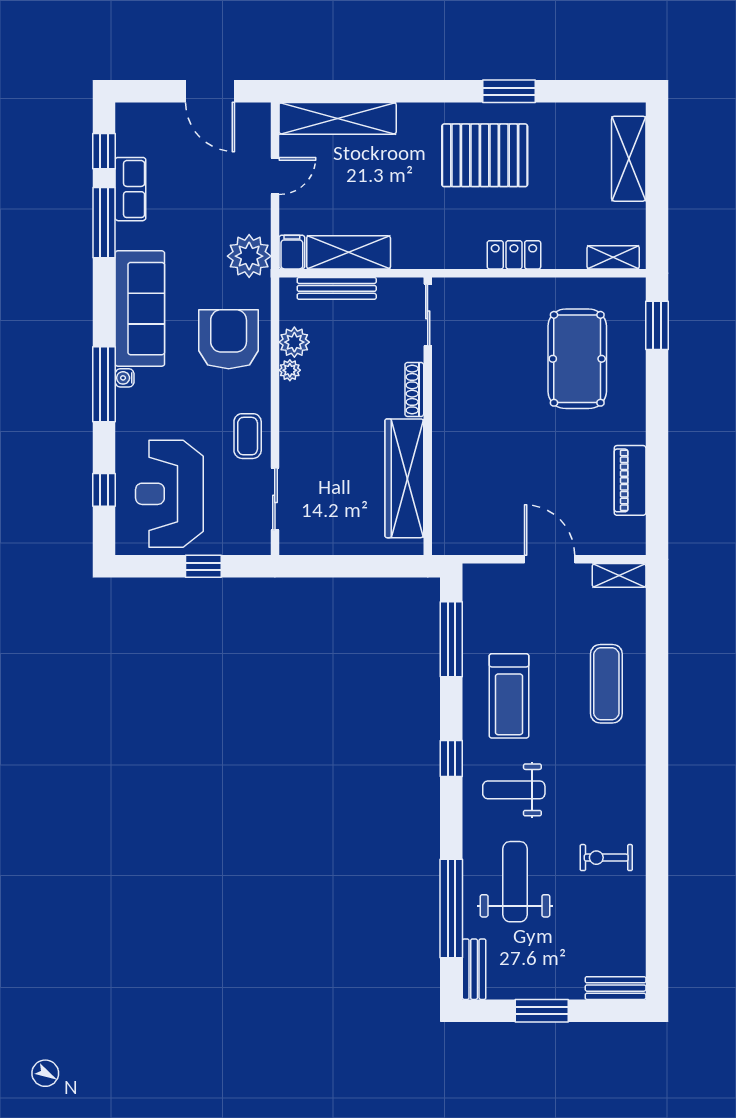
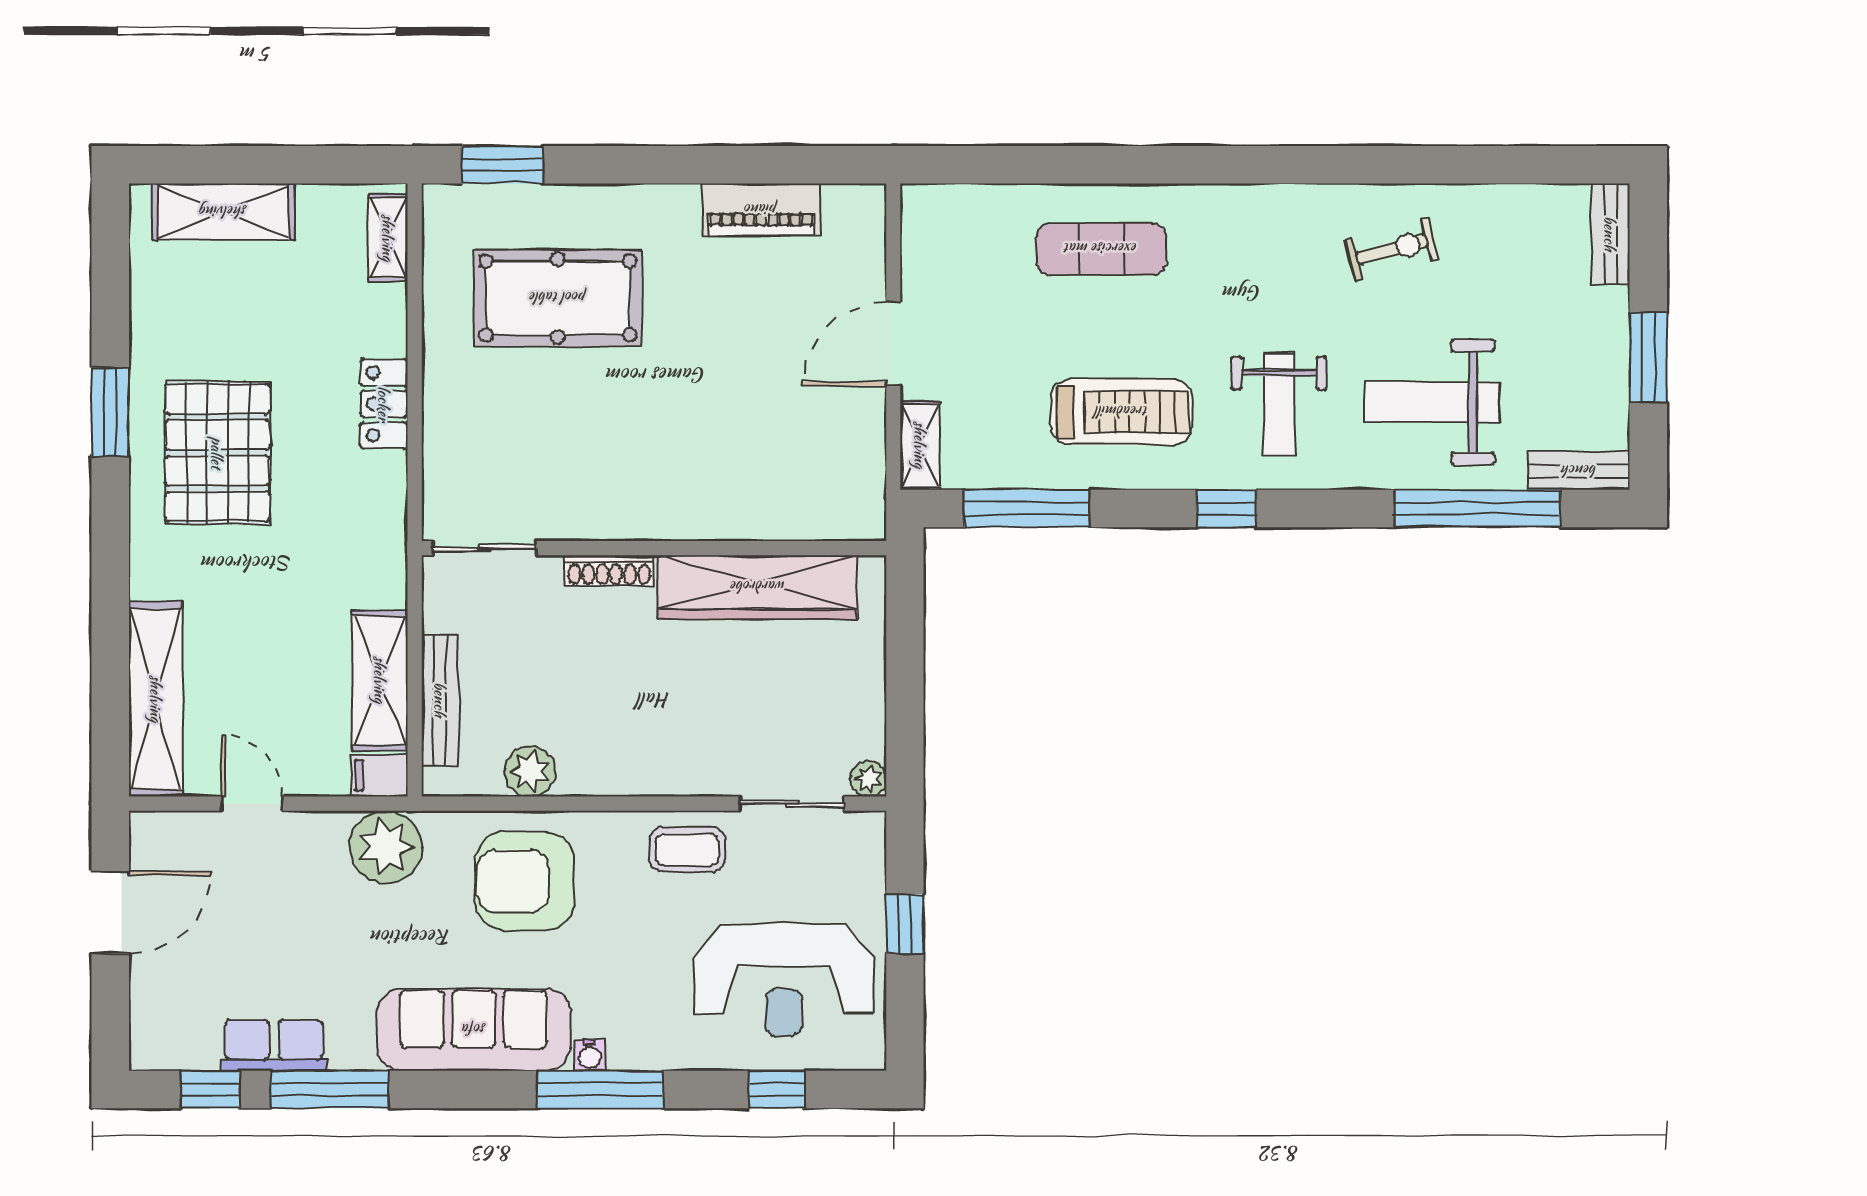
plant: (290, 370) -> (868, 779), moved
shelving: (619, 575) -> (920, 445), moved
exercise bike: (606, 858) -> (1392, 250), turned -105

